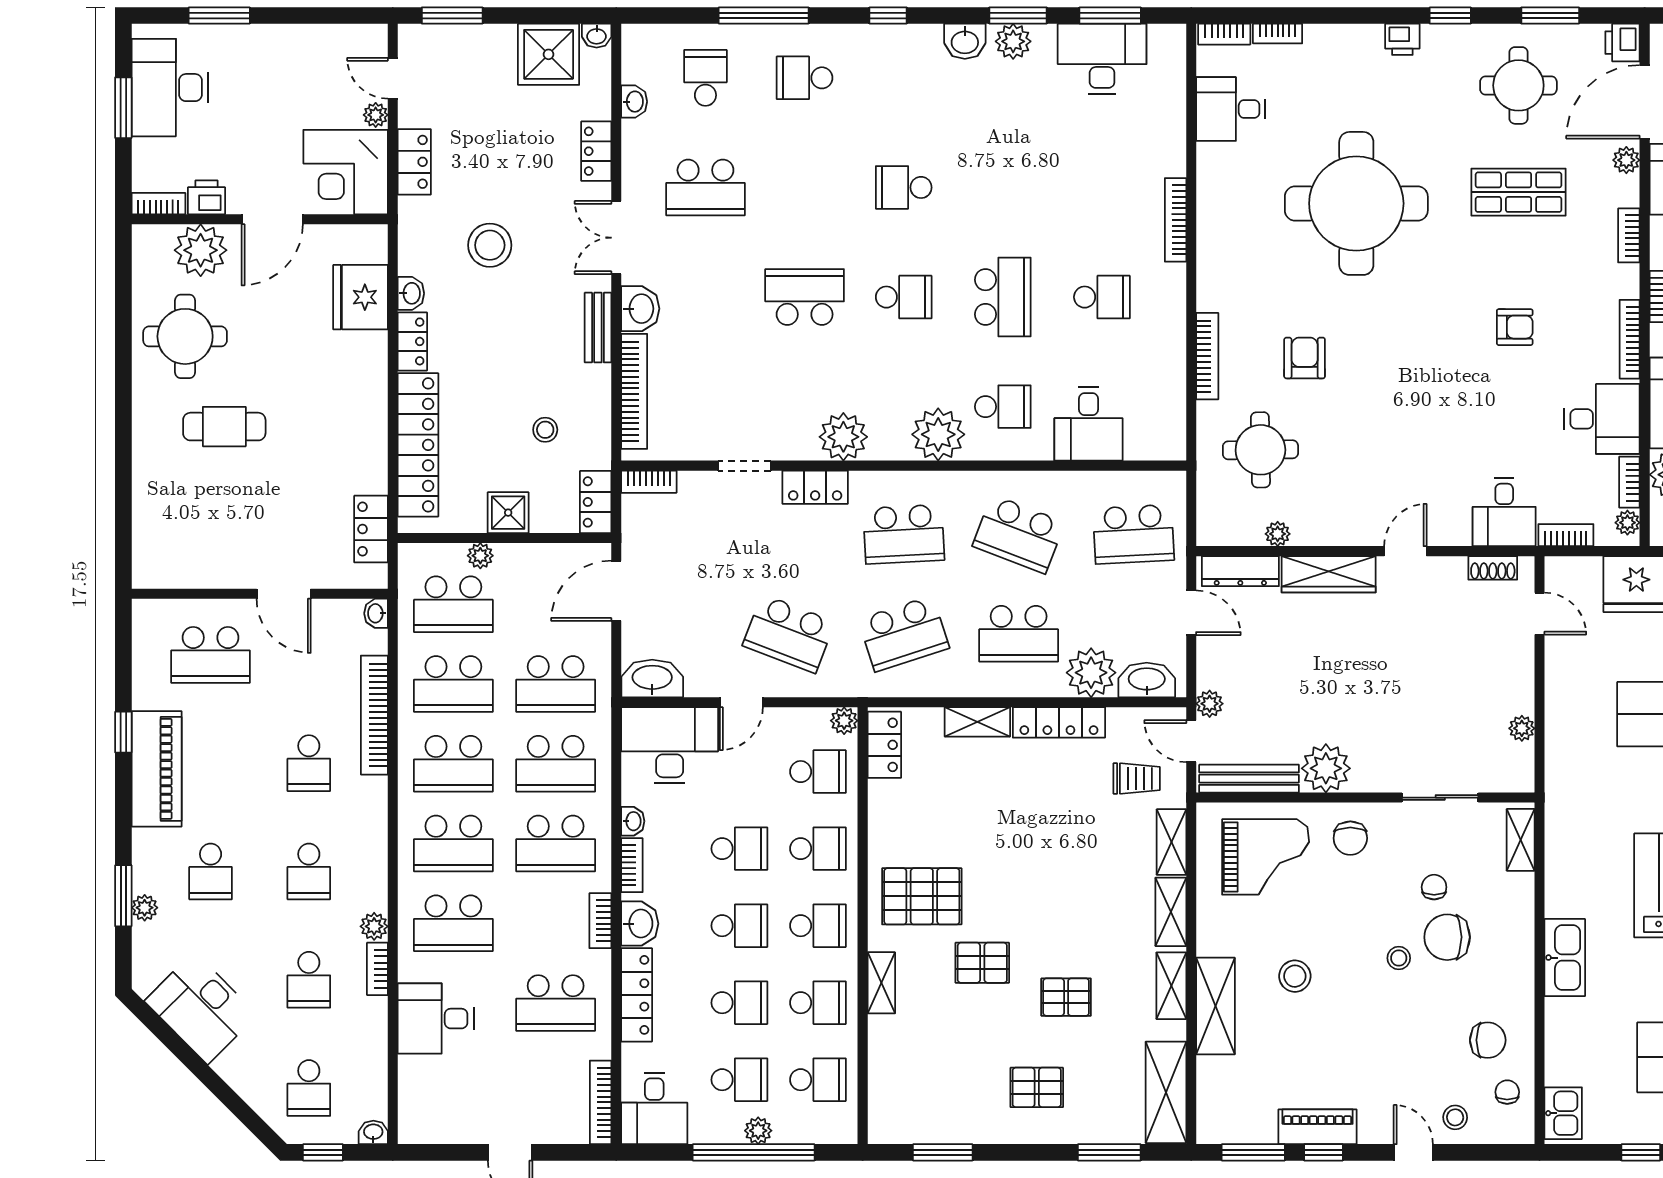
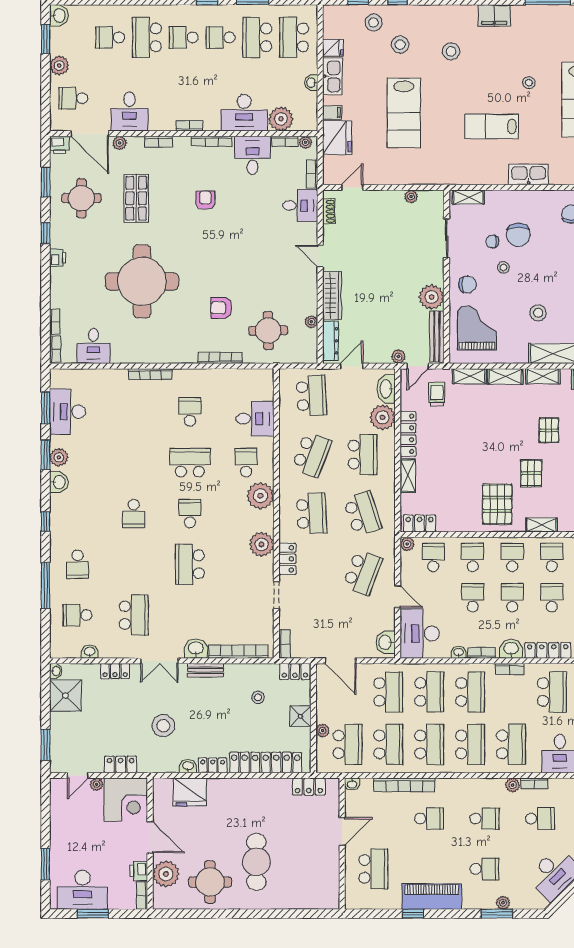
cafe table: (224, 427) -> (256, 862), width x1.37, depth x1.35
washbasin: (652, 678) -> (385, 642), width x0.72
stool: (1399, 958) -> (503, 267), moved

